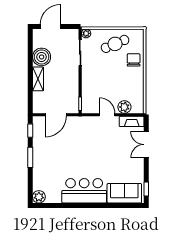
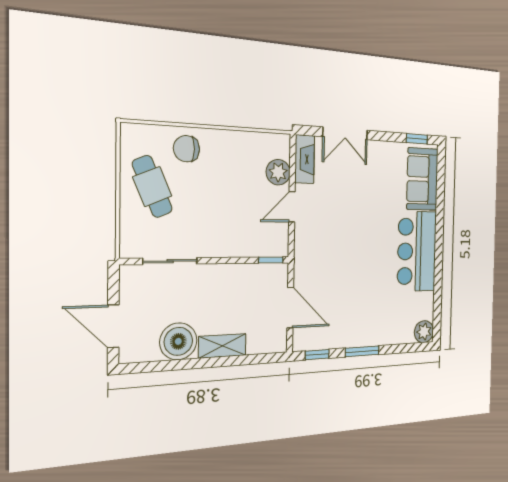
plant: (86, 33) -> (129, 249), removed

